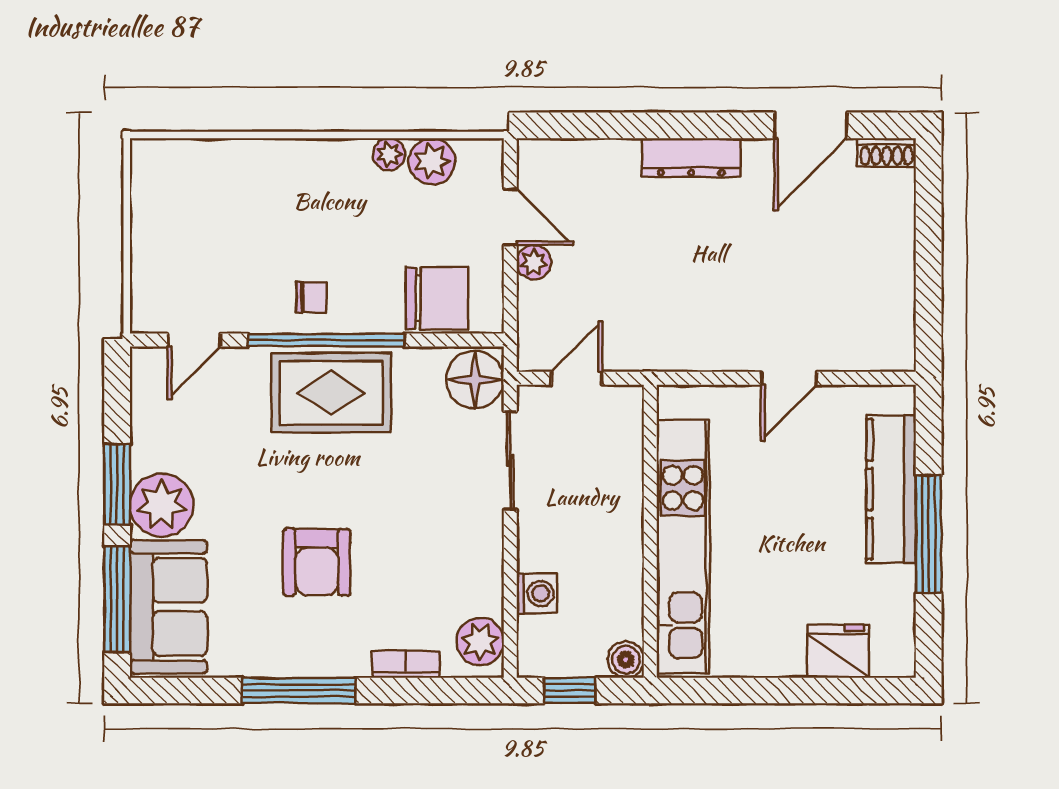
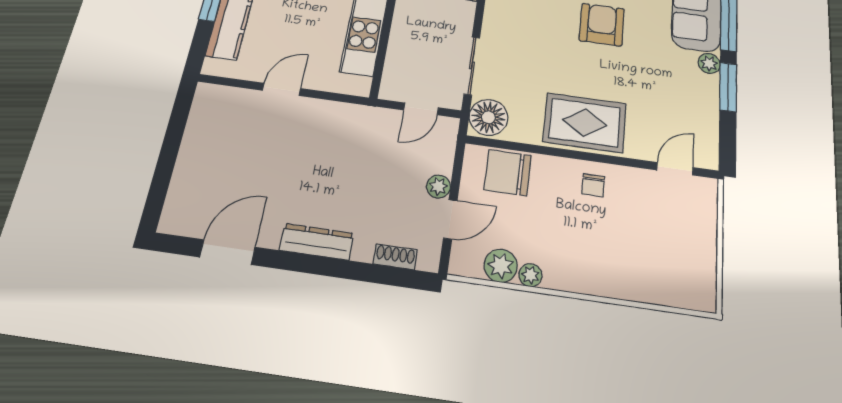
shoe rack: (887, 152) -> (395, 257), moved
door: (510, 217) -> (450, 219), swing flipped
chair: (311, 297) -> (593, 185), turned -90
window: (326, 340) -> (585, 156), removed
plant: (162, 505) -> (709, 63), width x0.53, depth x0.53

